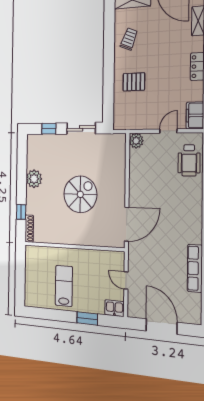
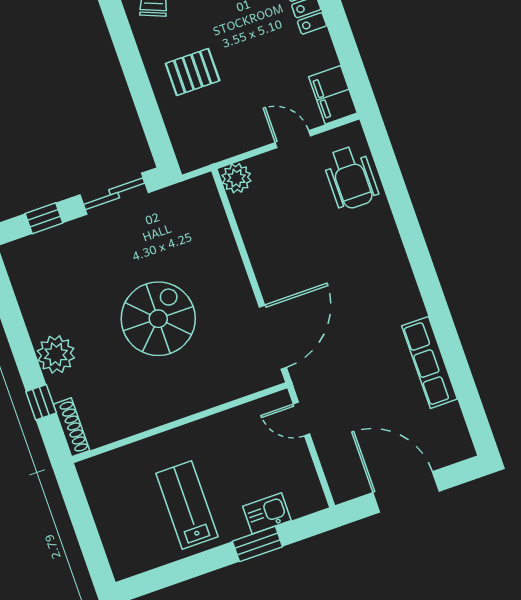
door: (168, 131) -> (293, 139), hinge flipped
plant: (34, 179) -> (56, 354), moved
door: (126, 280) -> (302, 419), moved
kitchen sink: (114, 308) -> (267, 513), moved

